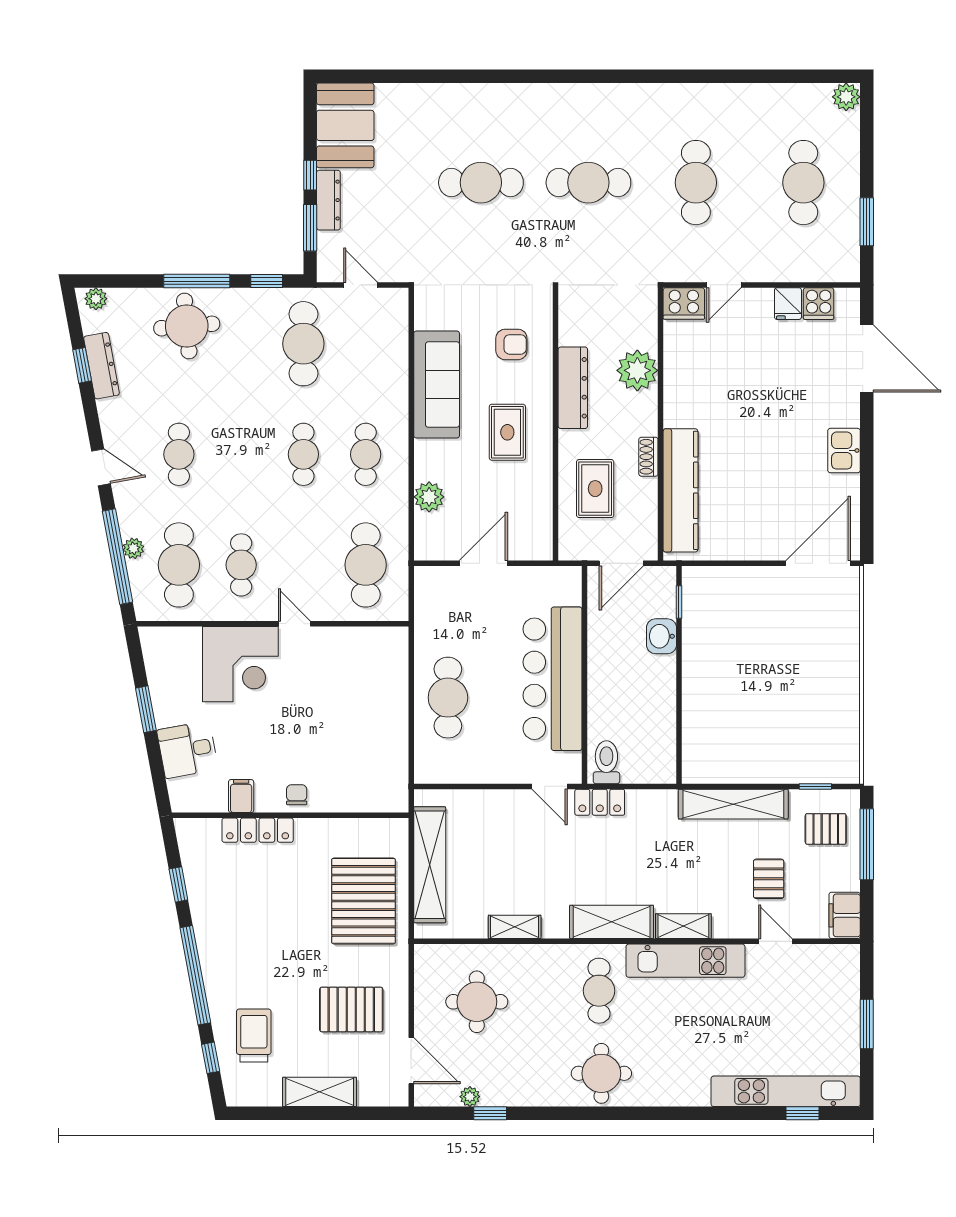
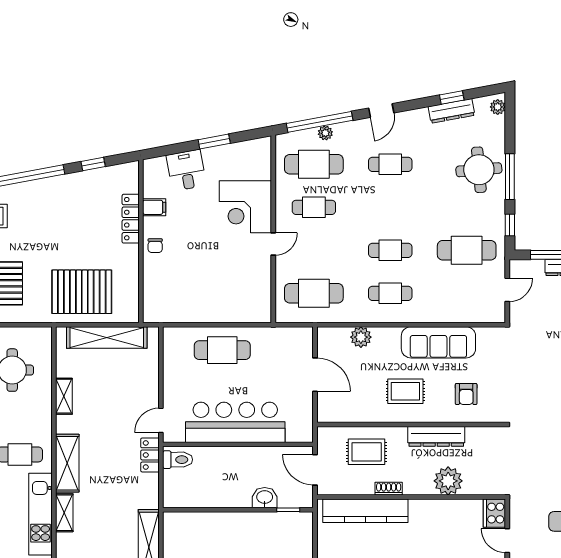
chair: (297, 795) -> (155, 246), turned 90

